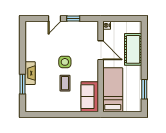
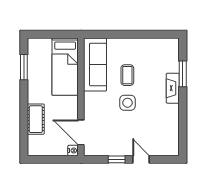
door: (54, 19) -> (141, 159), hinge flipped
cot: (133, 49) -> (36, 119), width x0.73, depth x0.75
door: (101, 50) -> (81, 132), moved
sofa: (90, 97) -> (95, 64), width x1.36

